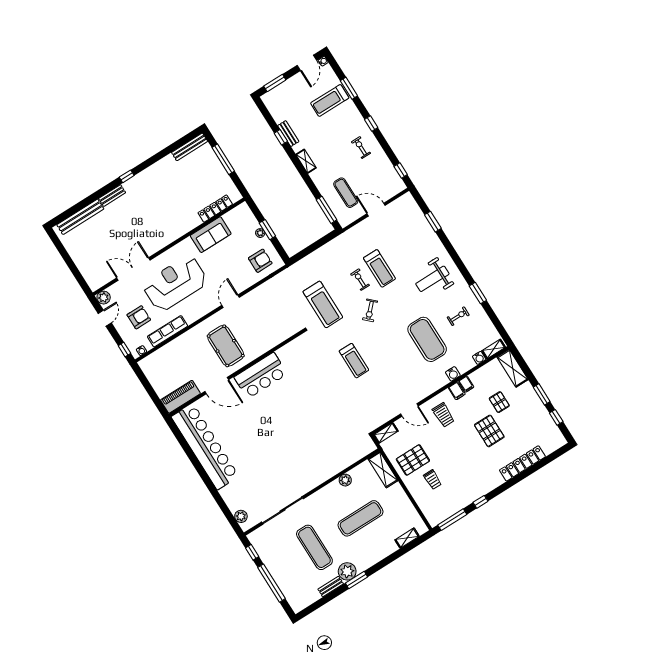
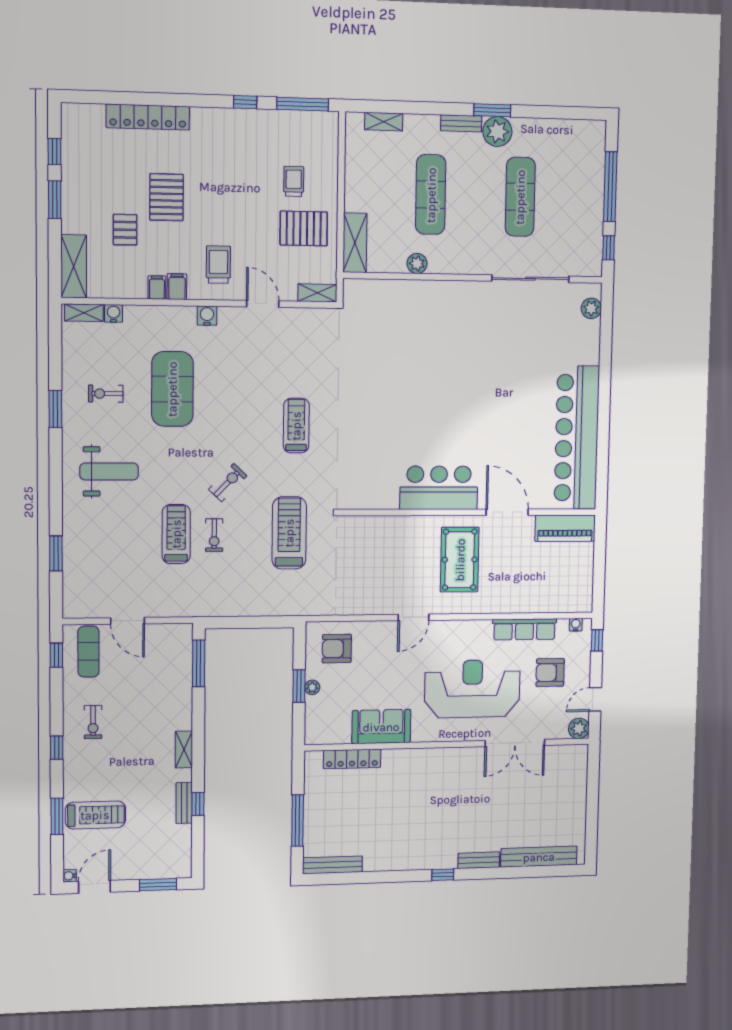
exercise mat: (346, 193) -> (88, 652), moved
reception desk: (175, 283) -> (472, 689), turned 180
water cooler: (453, 374) -> (207, 316), moved
exercise mat: (361, 518) -> (431, 195), turned 90
bench: (331, 587) -> (461, 123), moved

